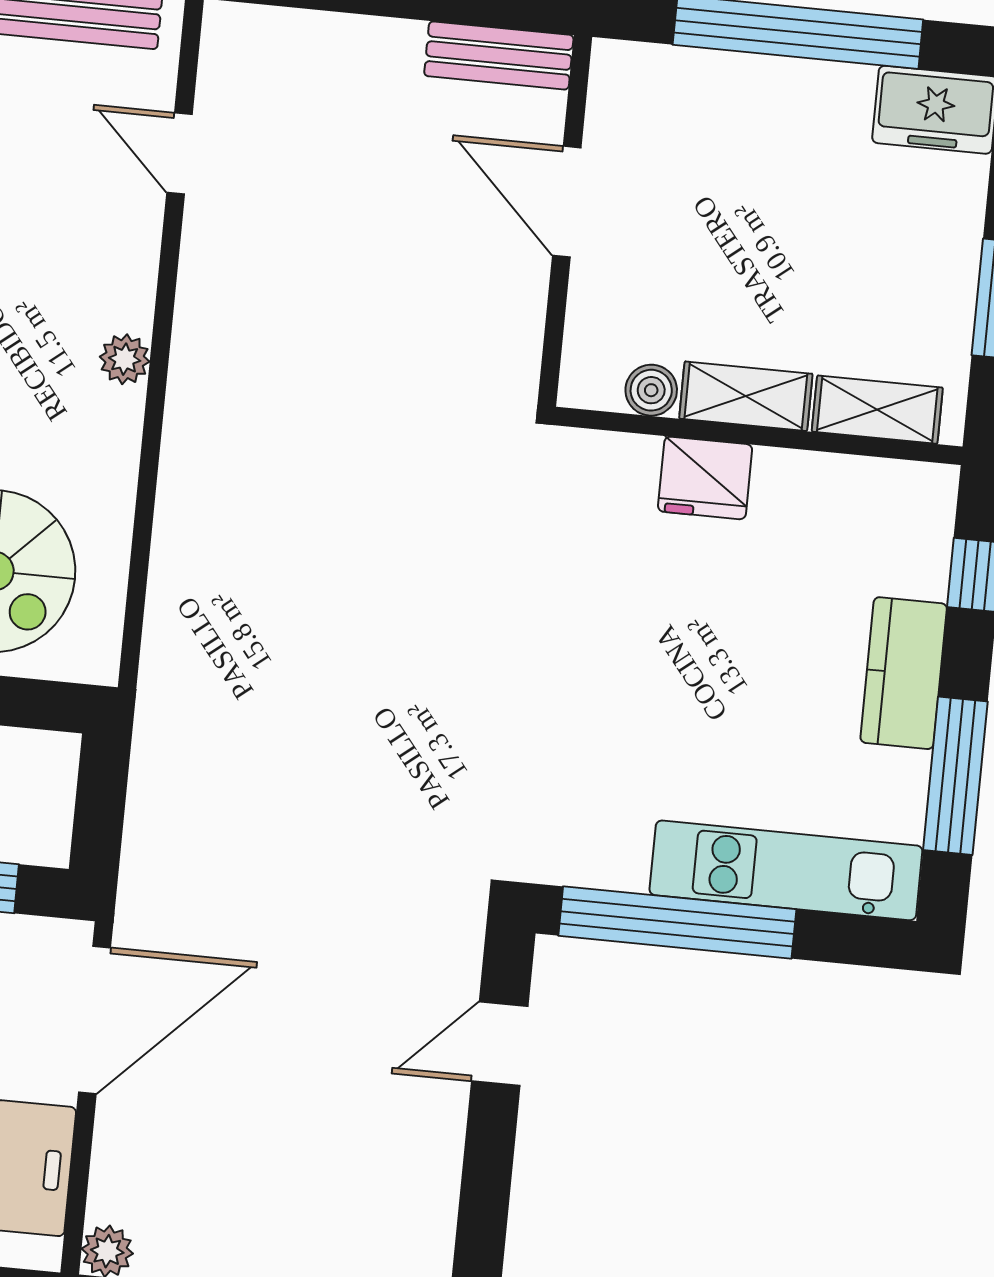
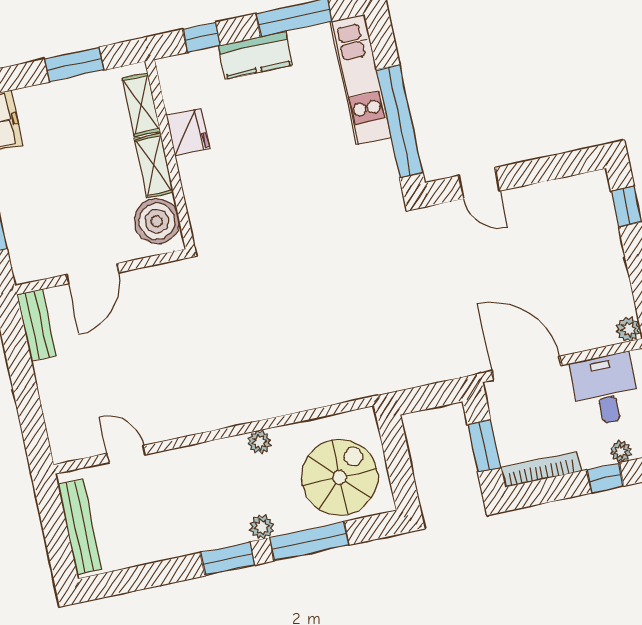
door: (179, 153) -> (126, 454), swing flipped
plant: (125, 359) -> (259, 442), moved
boiler: (651, 390) -> (157, 221), width x1.86, depth x1.86
fridge: (705, 478) -> (188, 132), moved

